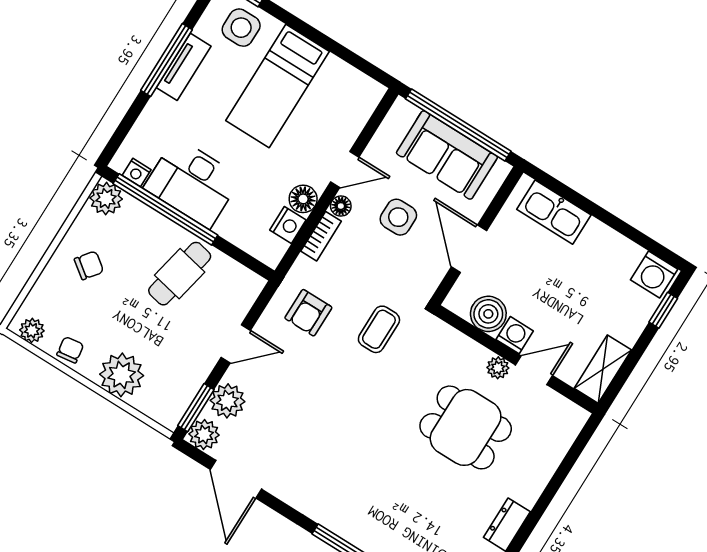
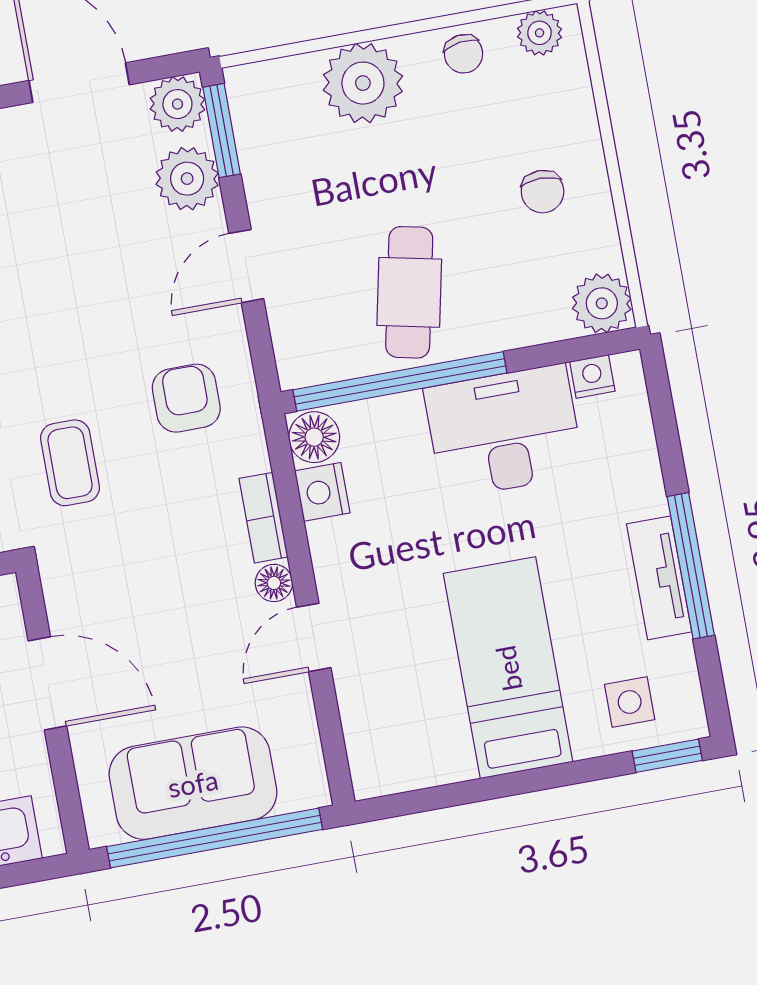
side table: (241, 28) -> (630, 702), width x0.73, depth x0.73
floor lamp: (303, 199) -> (314, 437), moved
window: (165, 209) -> (400, 381), moved
side table: (398, 217) -> (182, 639), removed
chair: (89, 265) -> (543, 192), turned -37

